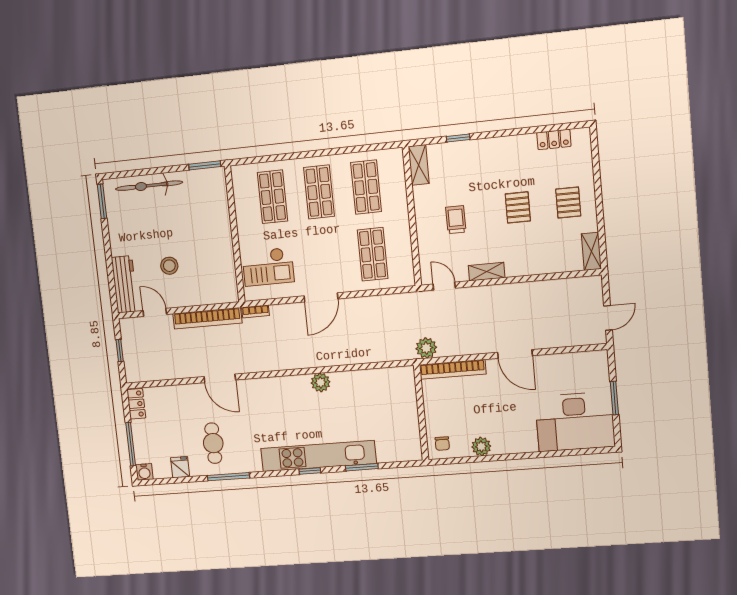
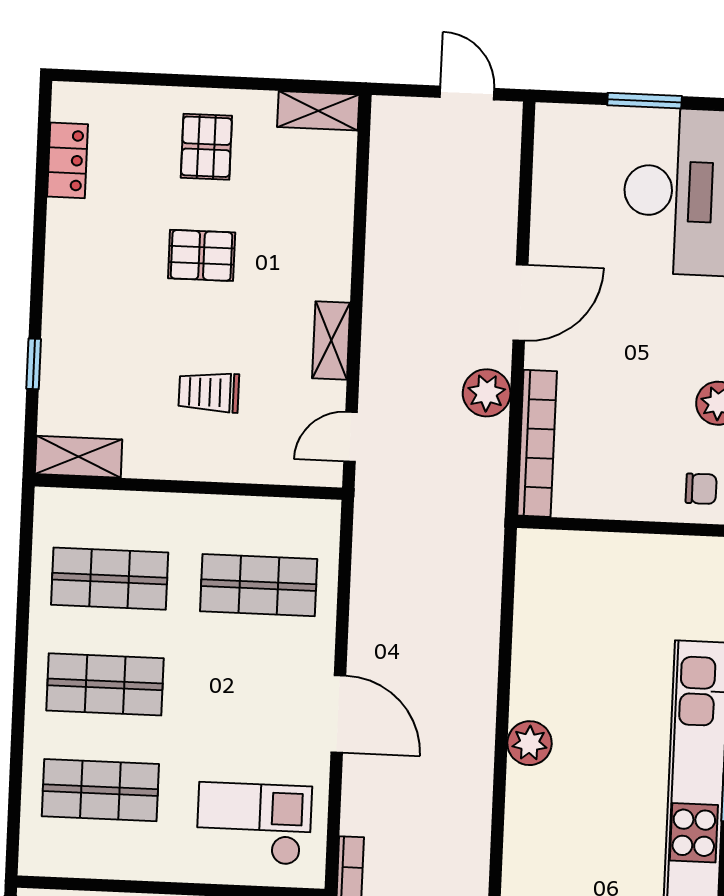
pallet: (568, 202) -> (206, 147), turned 90
checkout: (268, 267) -> (254, 824), turned -90
plant: (426, 348) -> (487, 393), moved

